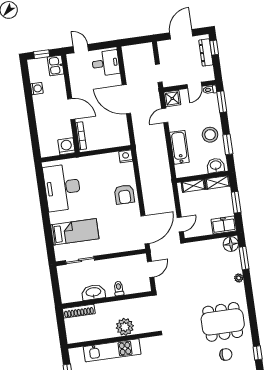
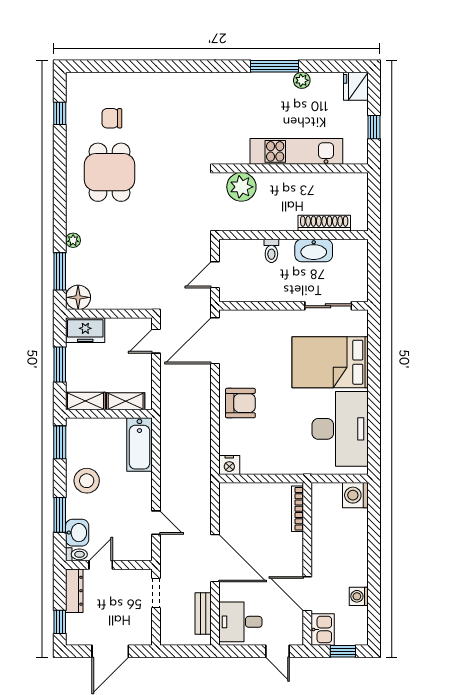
dresser: (206, 52) -> (74, 591), moved
bench: (129, 65) -> (203, 613), added
shower: (172, 98) -> (140, 549), removed
window: (222, 102) -> (60, 515), moved
door: (71, 109) -> (307, 594), moved
door: (165, 116) -> (156, 523), hinge flipped
window: (228, 144) -> (60, 442), moved
washing machine: (66, 146) -> (355, 495), moved, turned 90
bathtub: (179, 147) -> (139, 444), moved
washbasin: (216, 165) -> (77, 533), moved, turned -90
armchair: (124, 194) -> (240, 403), turned 90
bed: (75, 232) -> (330, 362), width x1.50
shoe rack: (79, 311) -> (324, 223), moved
dining table: (223, 322) -> (109, 172), width x0.73
plant: (125, 327) -> (241, 187), moved

